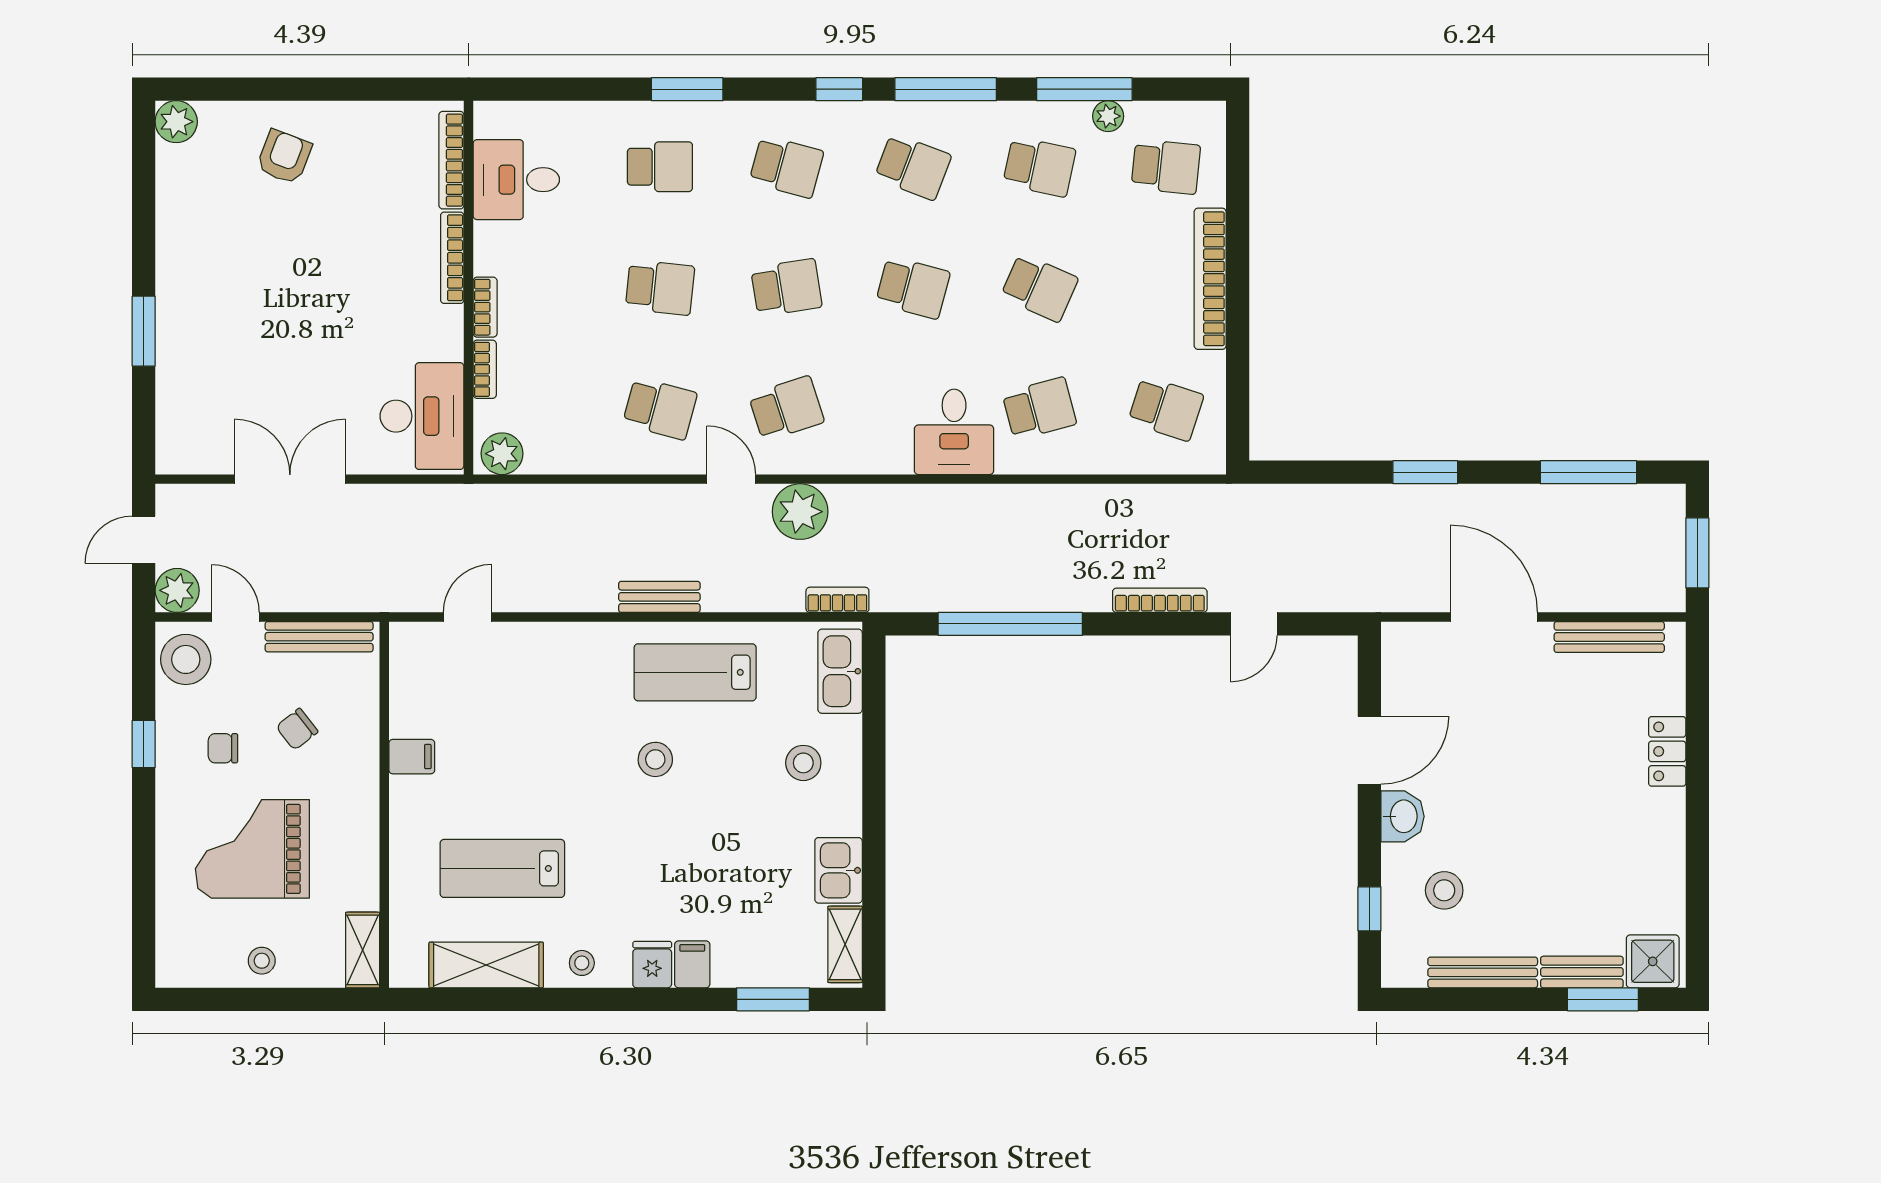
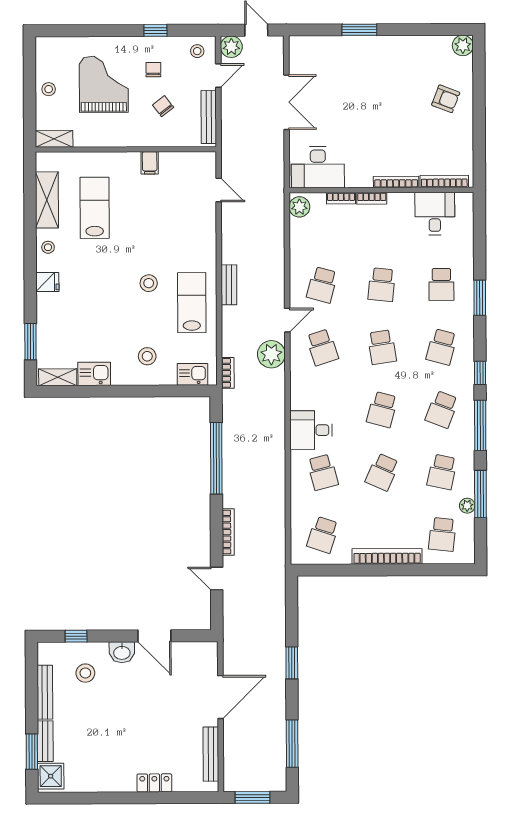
stool: (186, 659) -> (197, 51), width x0.53, depth x0.53
kitchen sink: (840, 671) -> (193, 374), width x0.73
filing cabinet: (692, 964) -> (48, 302), removed

